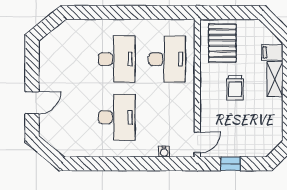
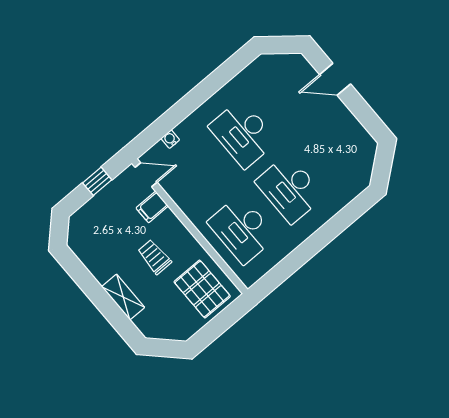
filing cabinet: (272, 52) -> (152, 207), moved, turned 180
door: (32, 103) -> (335, 79), hinge flipped
door: (197, 142) -> (146, 175), swing flipped

